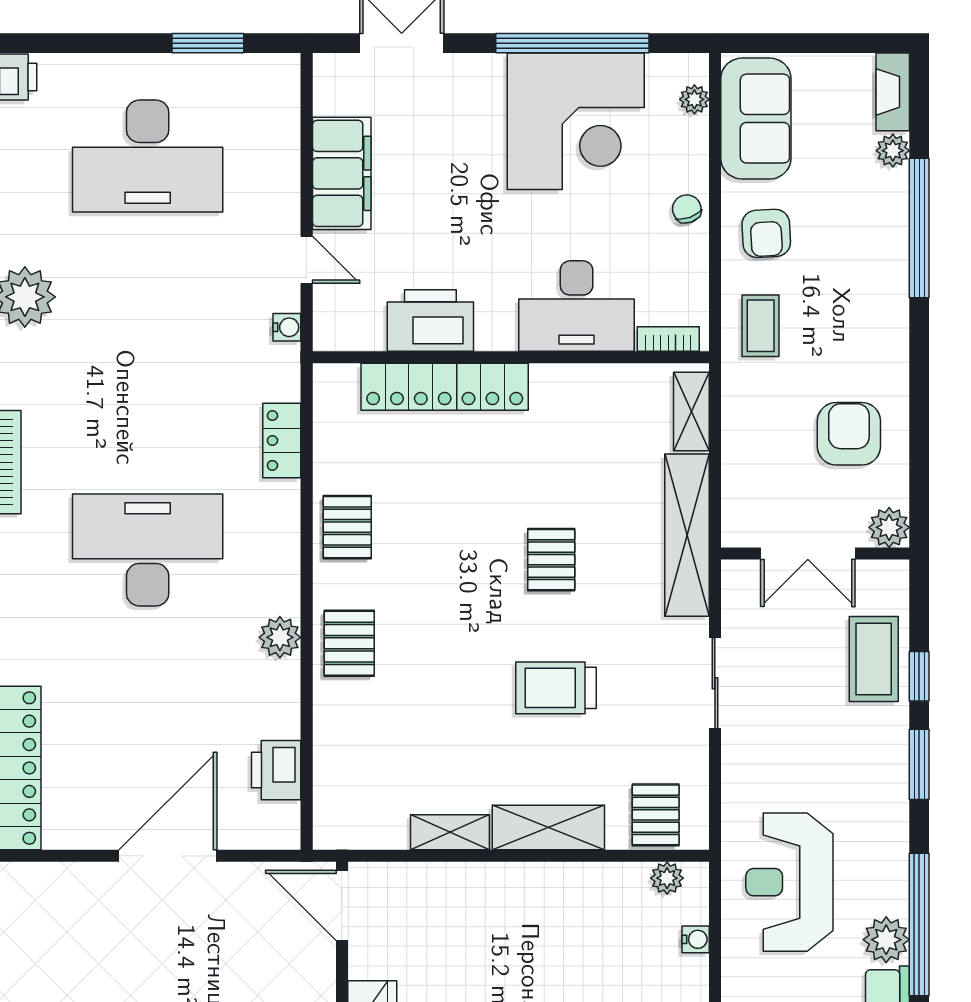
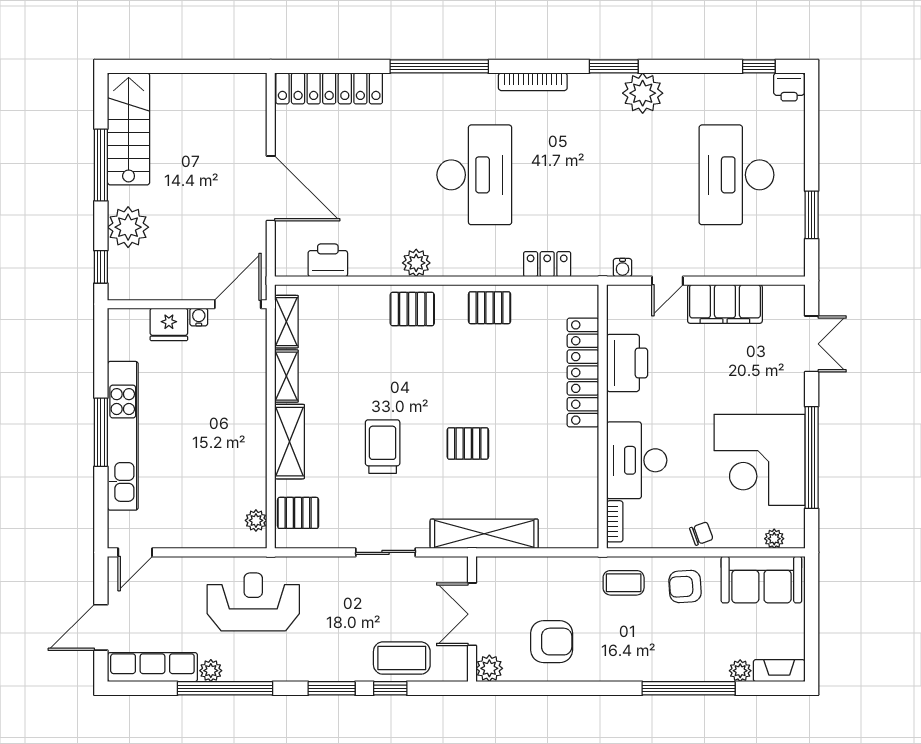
shelving: (691, 411) -> (286, 322), moved, turned 90
water cooler: (696, 939) -> (199, 317), moved, turned 180
plant: (886, 940) -> (211, 671), width x0.73, depth x0.73

